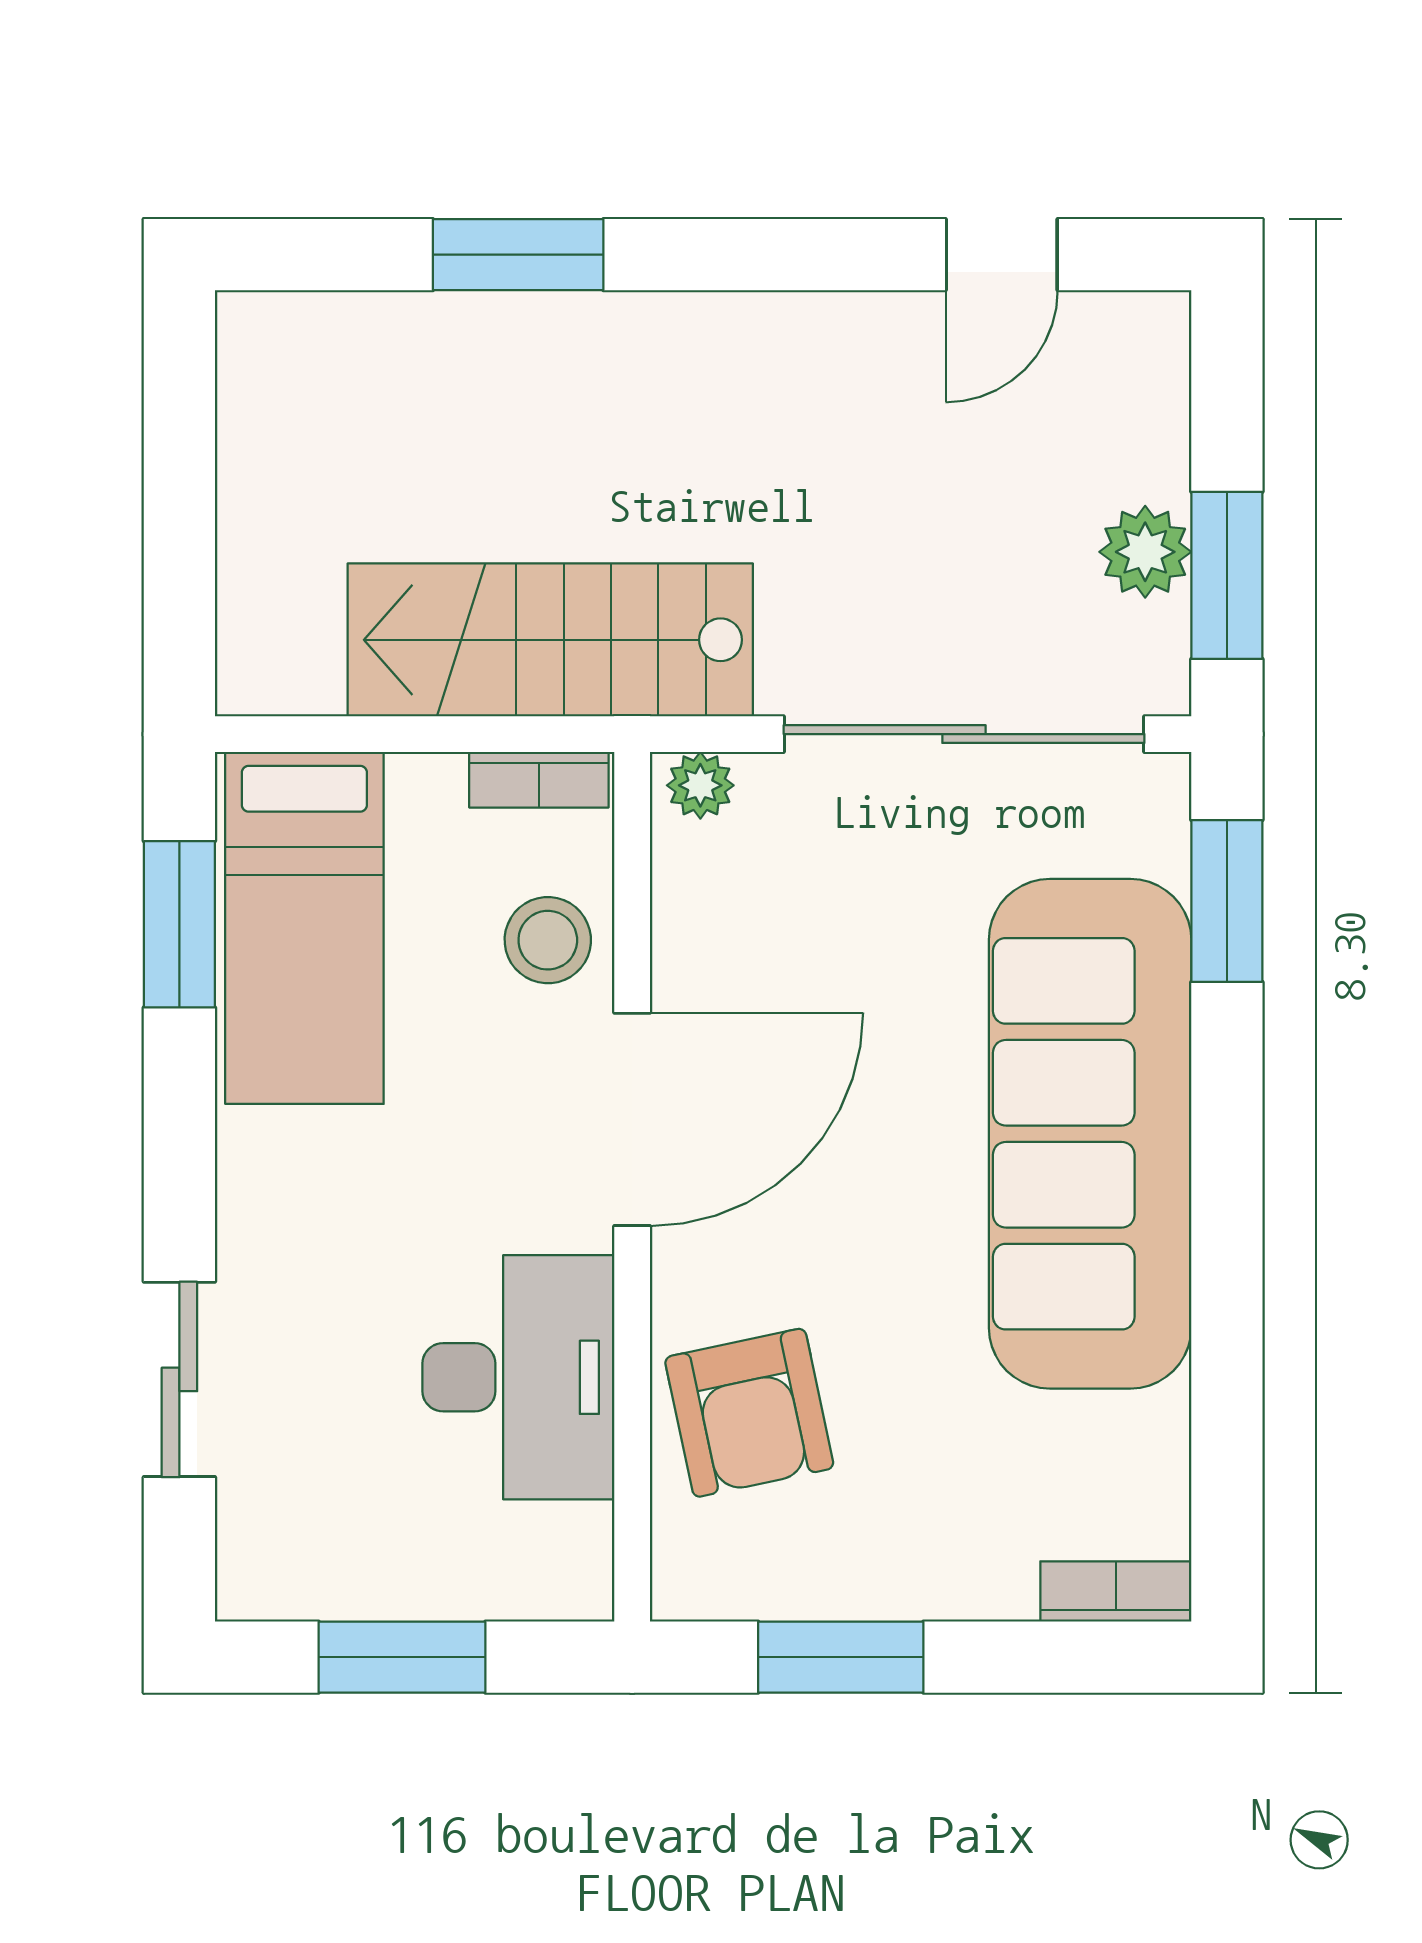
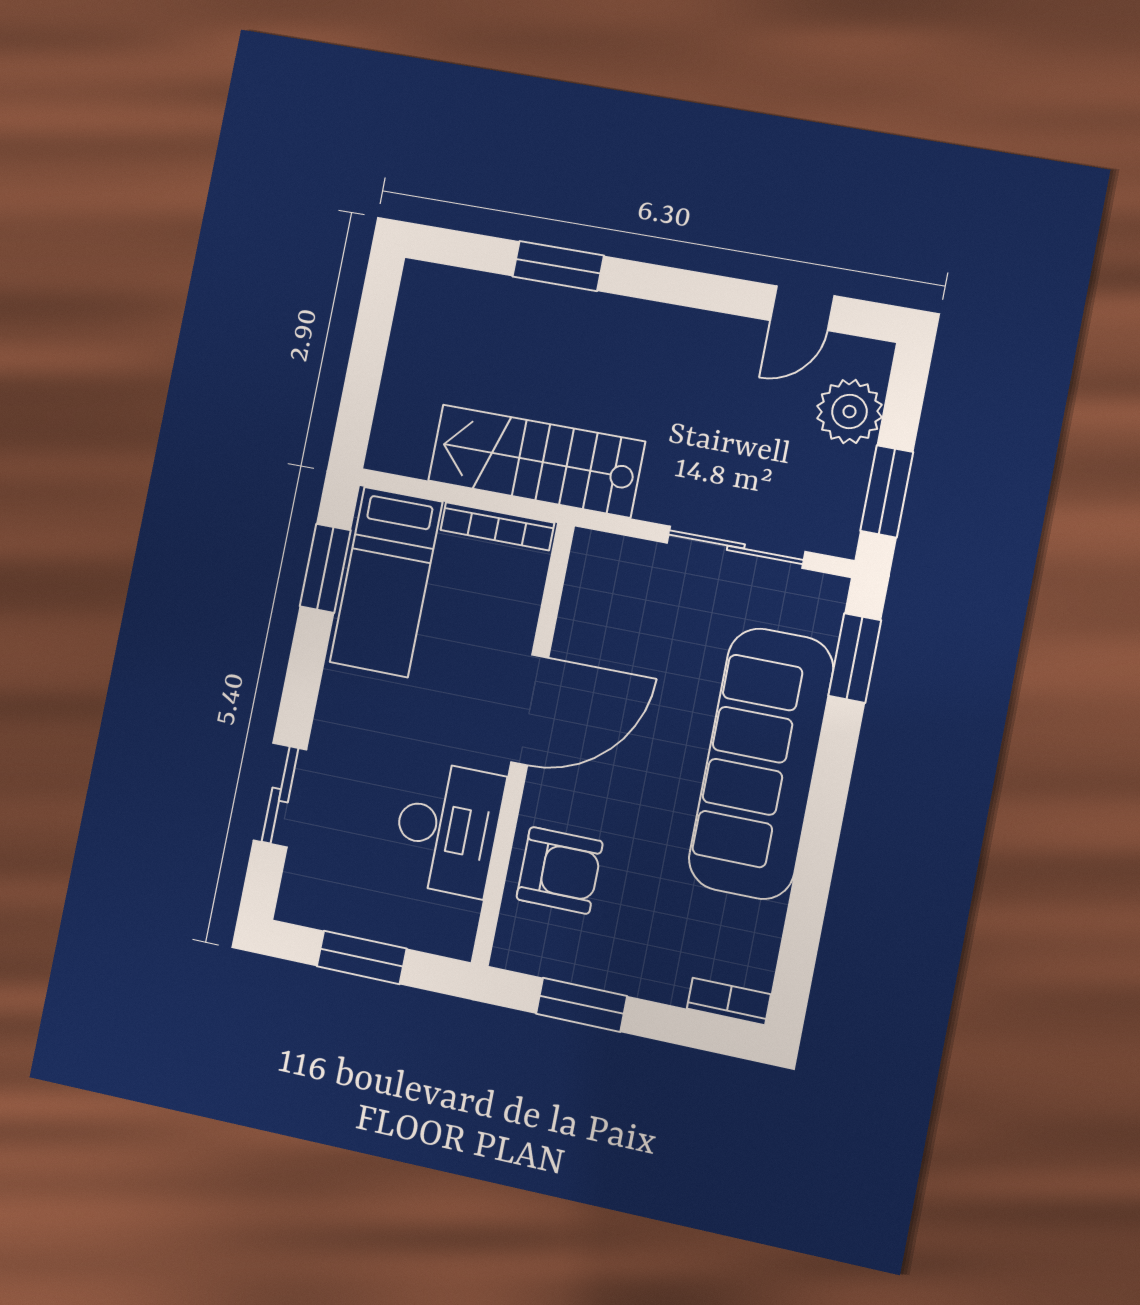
plant: (1145, 552) -> (849, 412), moved, width x1.36, depth x1.36
sliding door: (964, 734) -> (736, 547), width x0.73
bookcase: (539, 780) -> (497, 526), width x1.56
plant: (700, 785) -> (597, 548), removed
stool: (548, 940) -> (505, 611), removed
armchair: (749, 1413) -> (560, 870), turned -78

